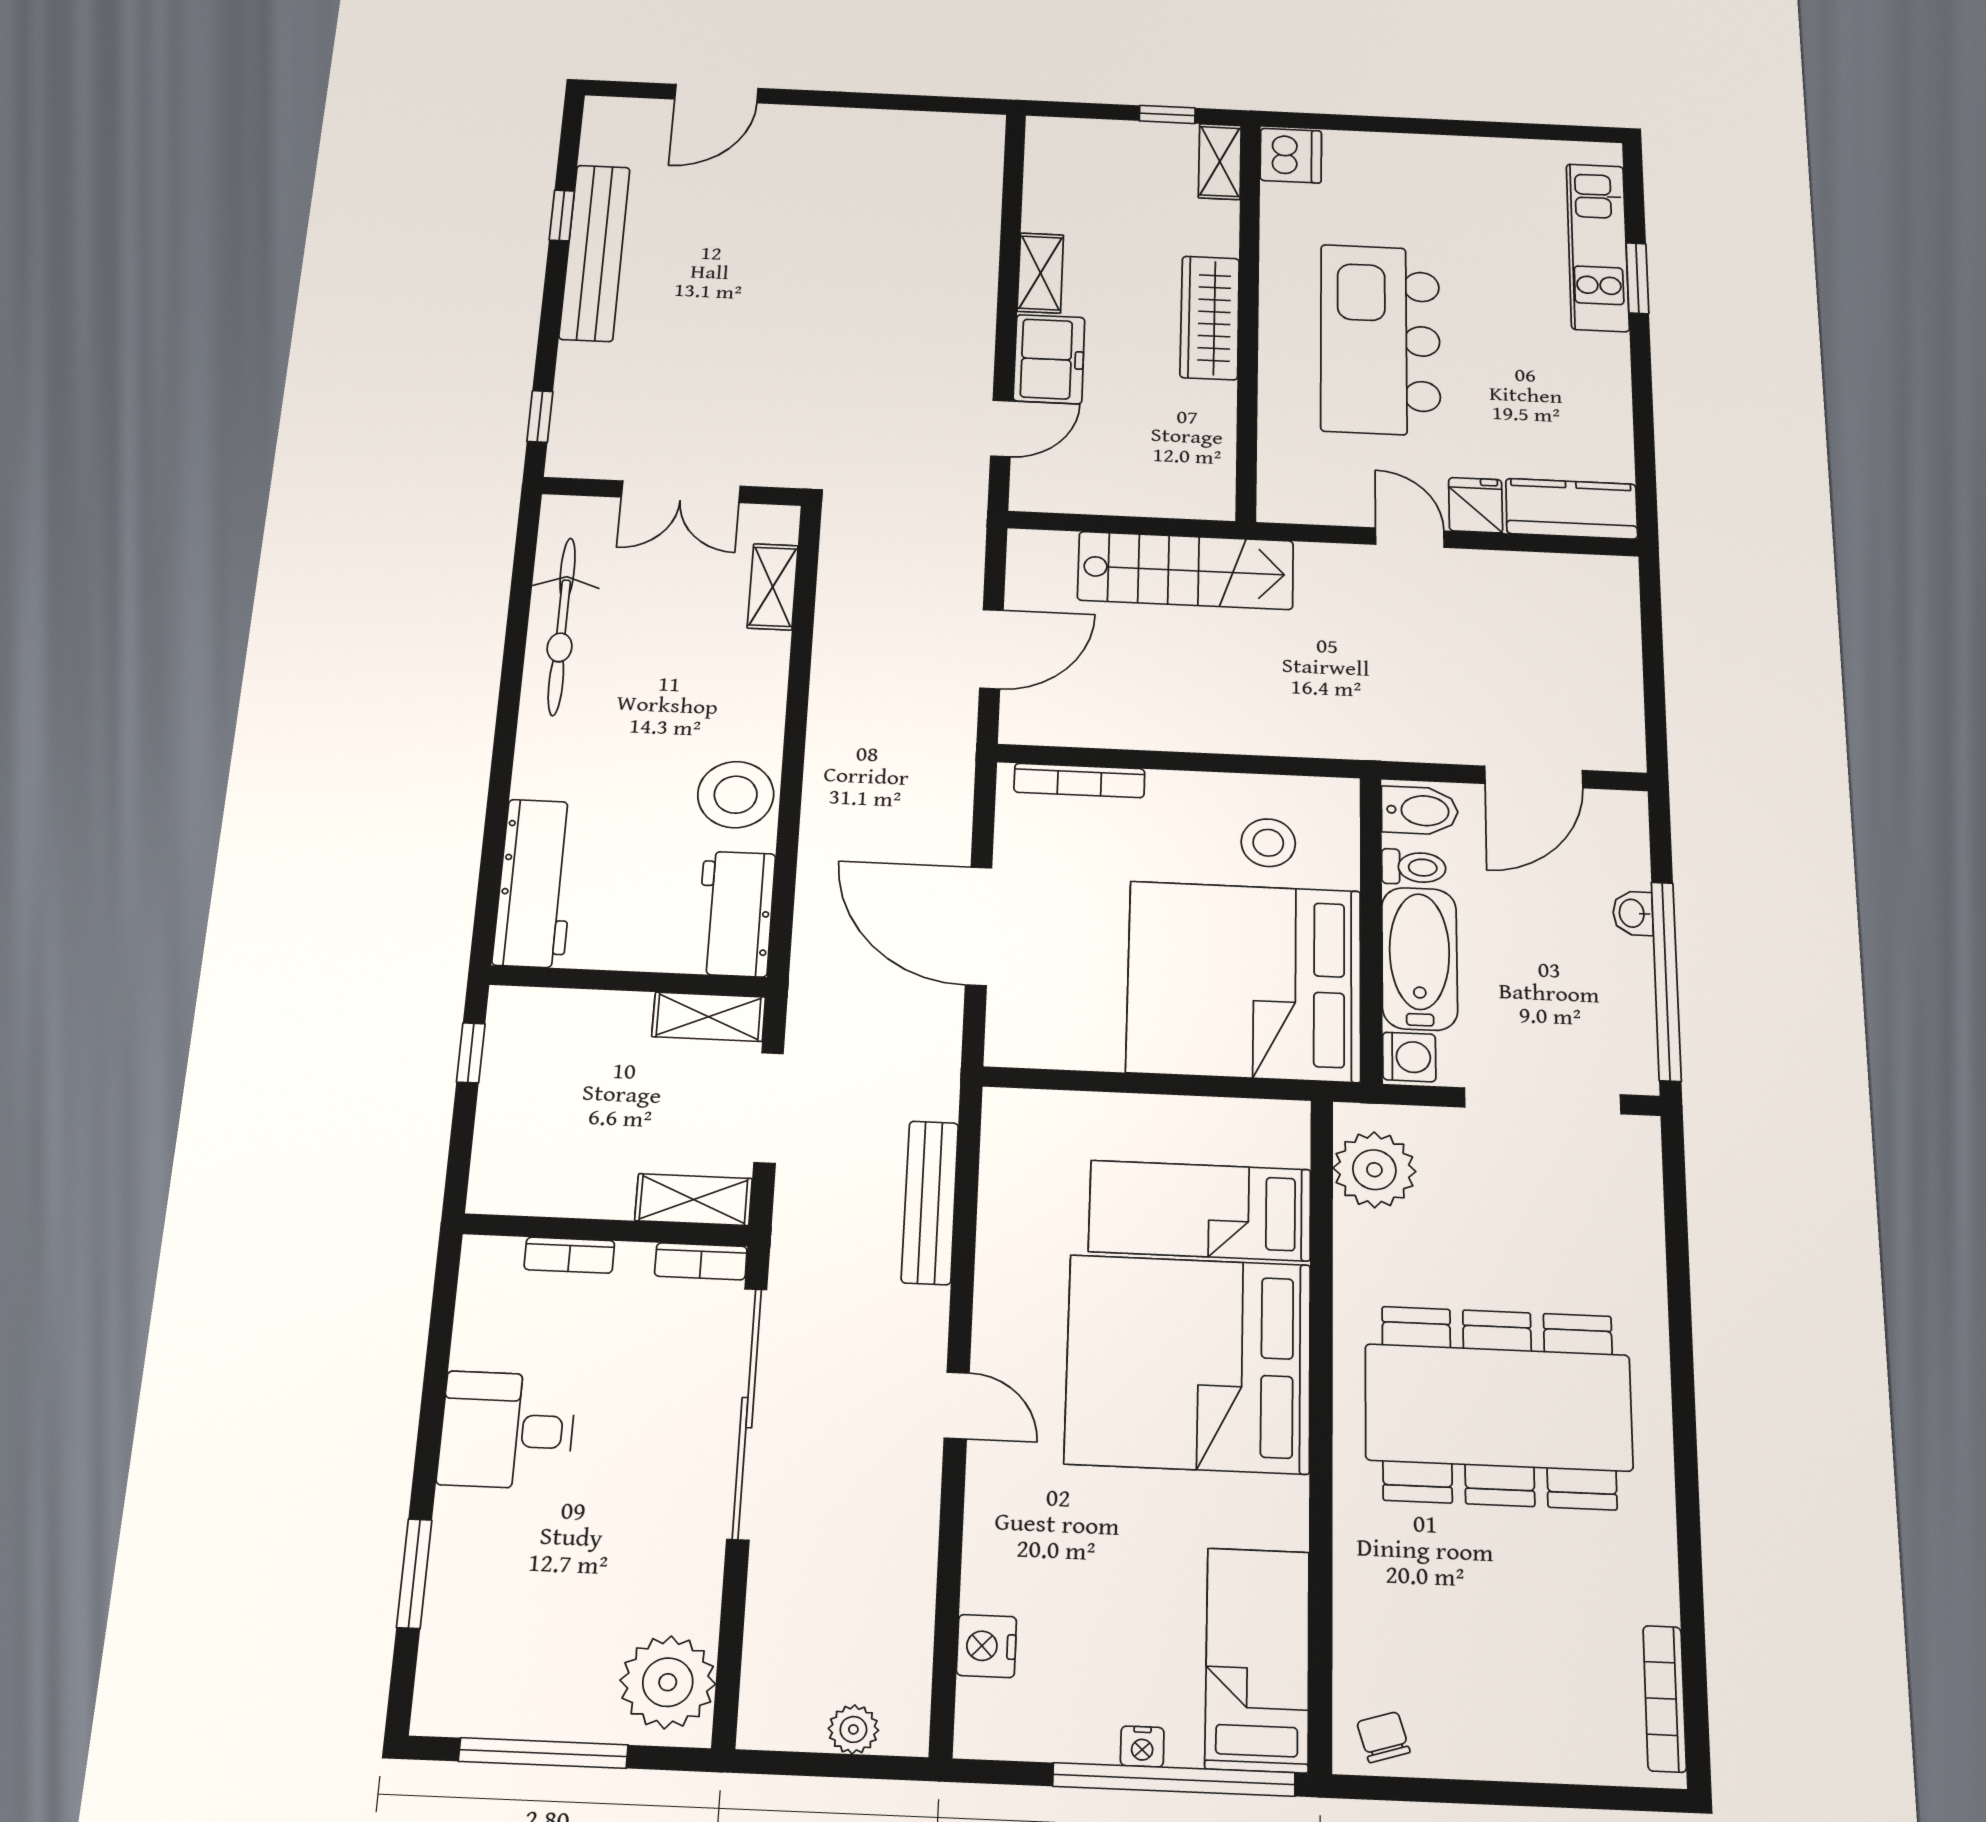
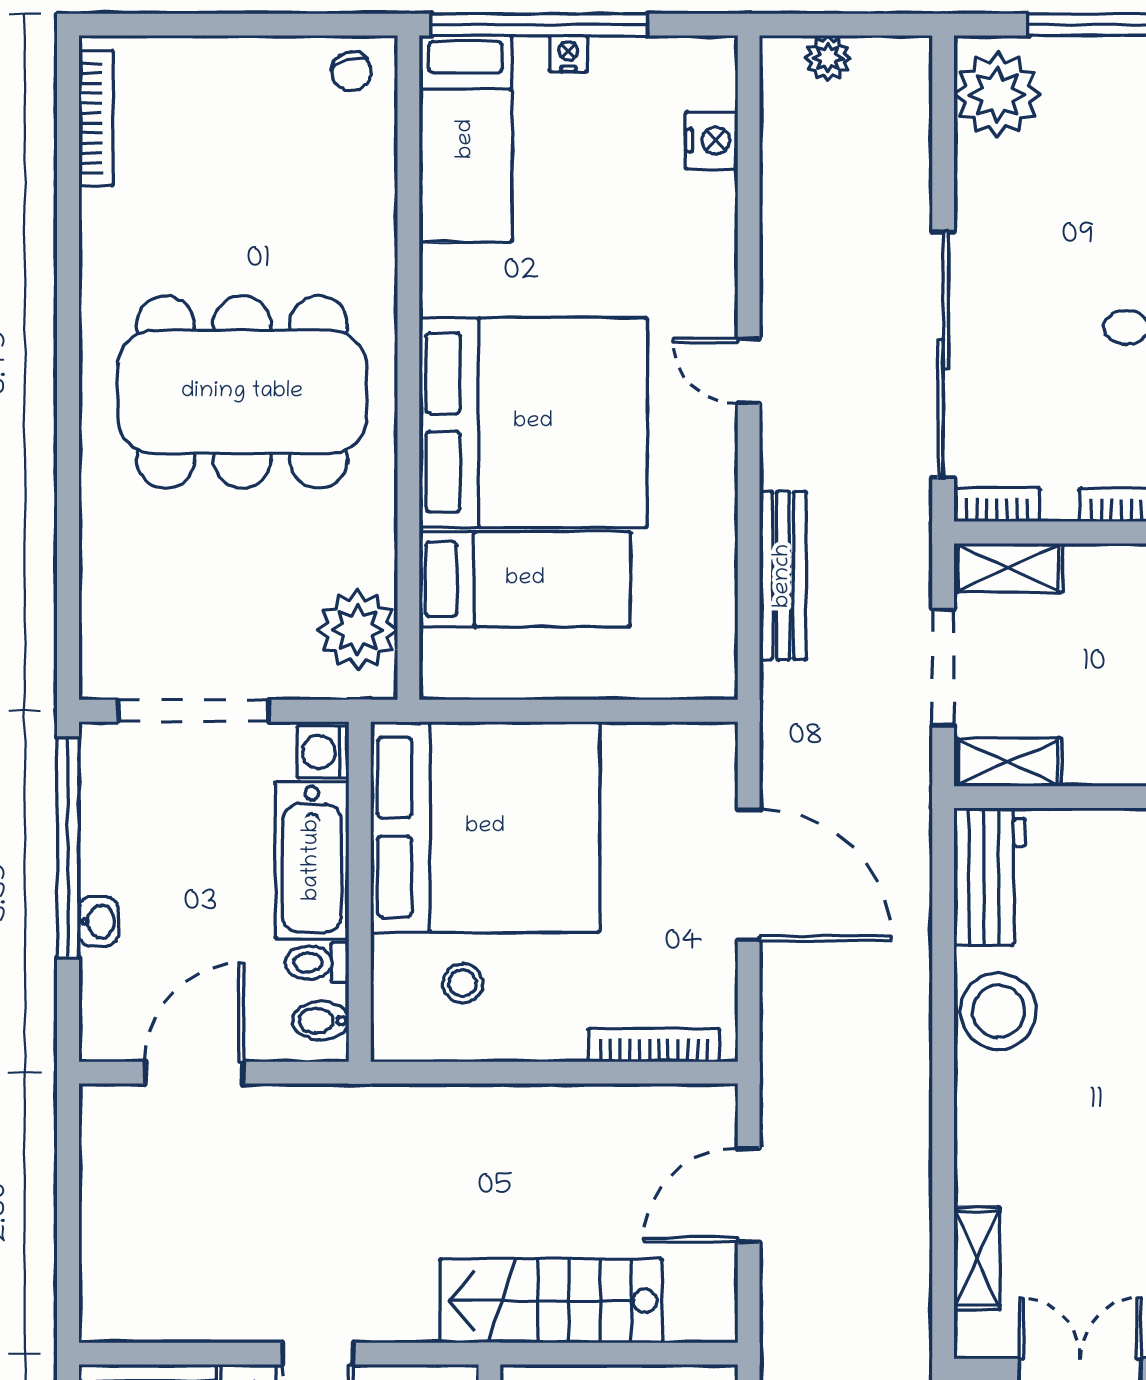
bidet: (1420, 810) -> (321, 1021), width x0.72, depth x0.74
stool: (1268, 843) -> (463, 983), width x0.73, depth x0.73

